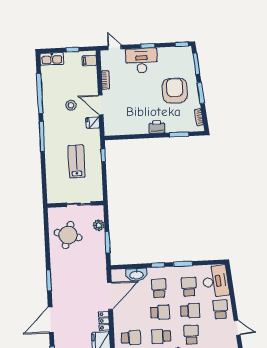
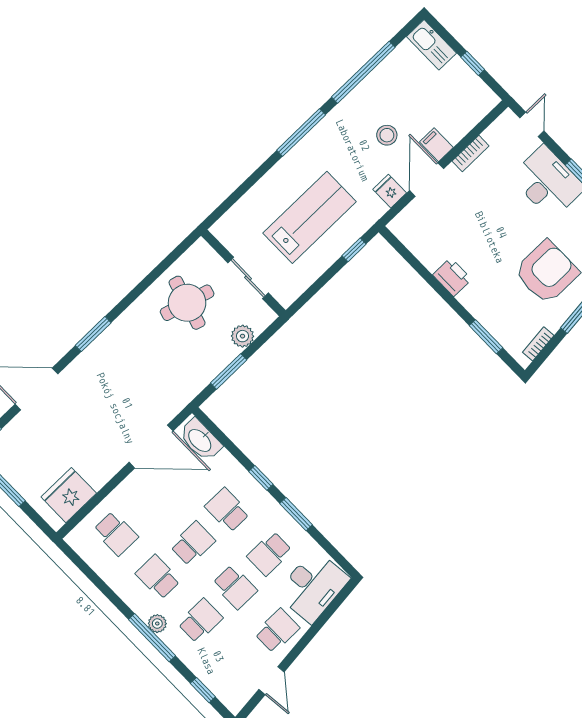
filing cabinet: (89, 61) -> (436, 145), moved
printer: (157, 127) -> (452, 277), moved
lab bench: (76, 161) -> (310, 217), width x1.36, depth x1.39
washbasin: (136, 275) -> (200, 440), moved
school desk: (189, 287) -> (269, 554), turned 180
school desk: (159, 288) -> (227, 510), turned -90
school desk: (160, 312) -> (193, 544), turned -90
locker: (104, 321) -> (105, 471), removed

